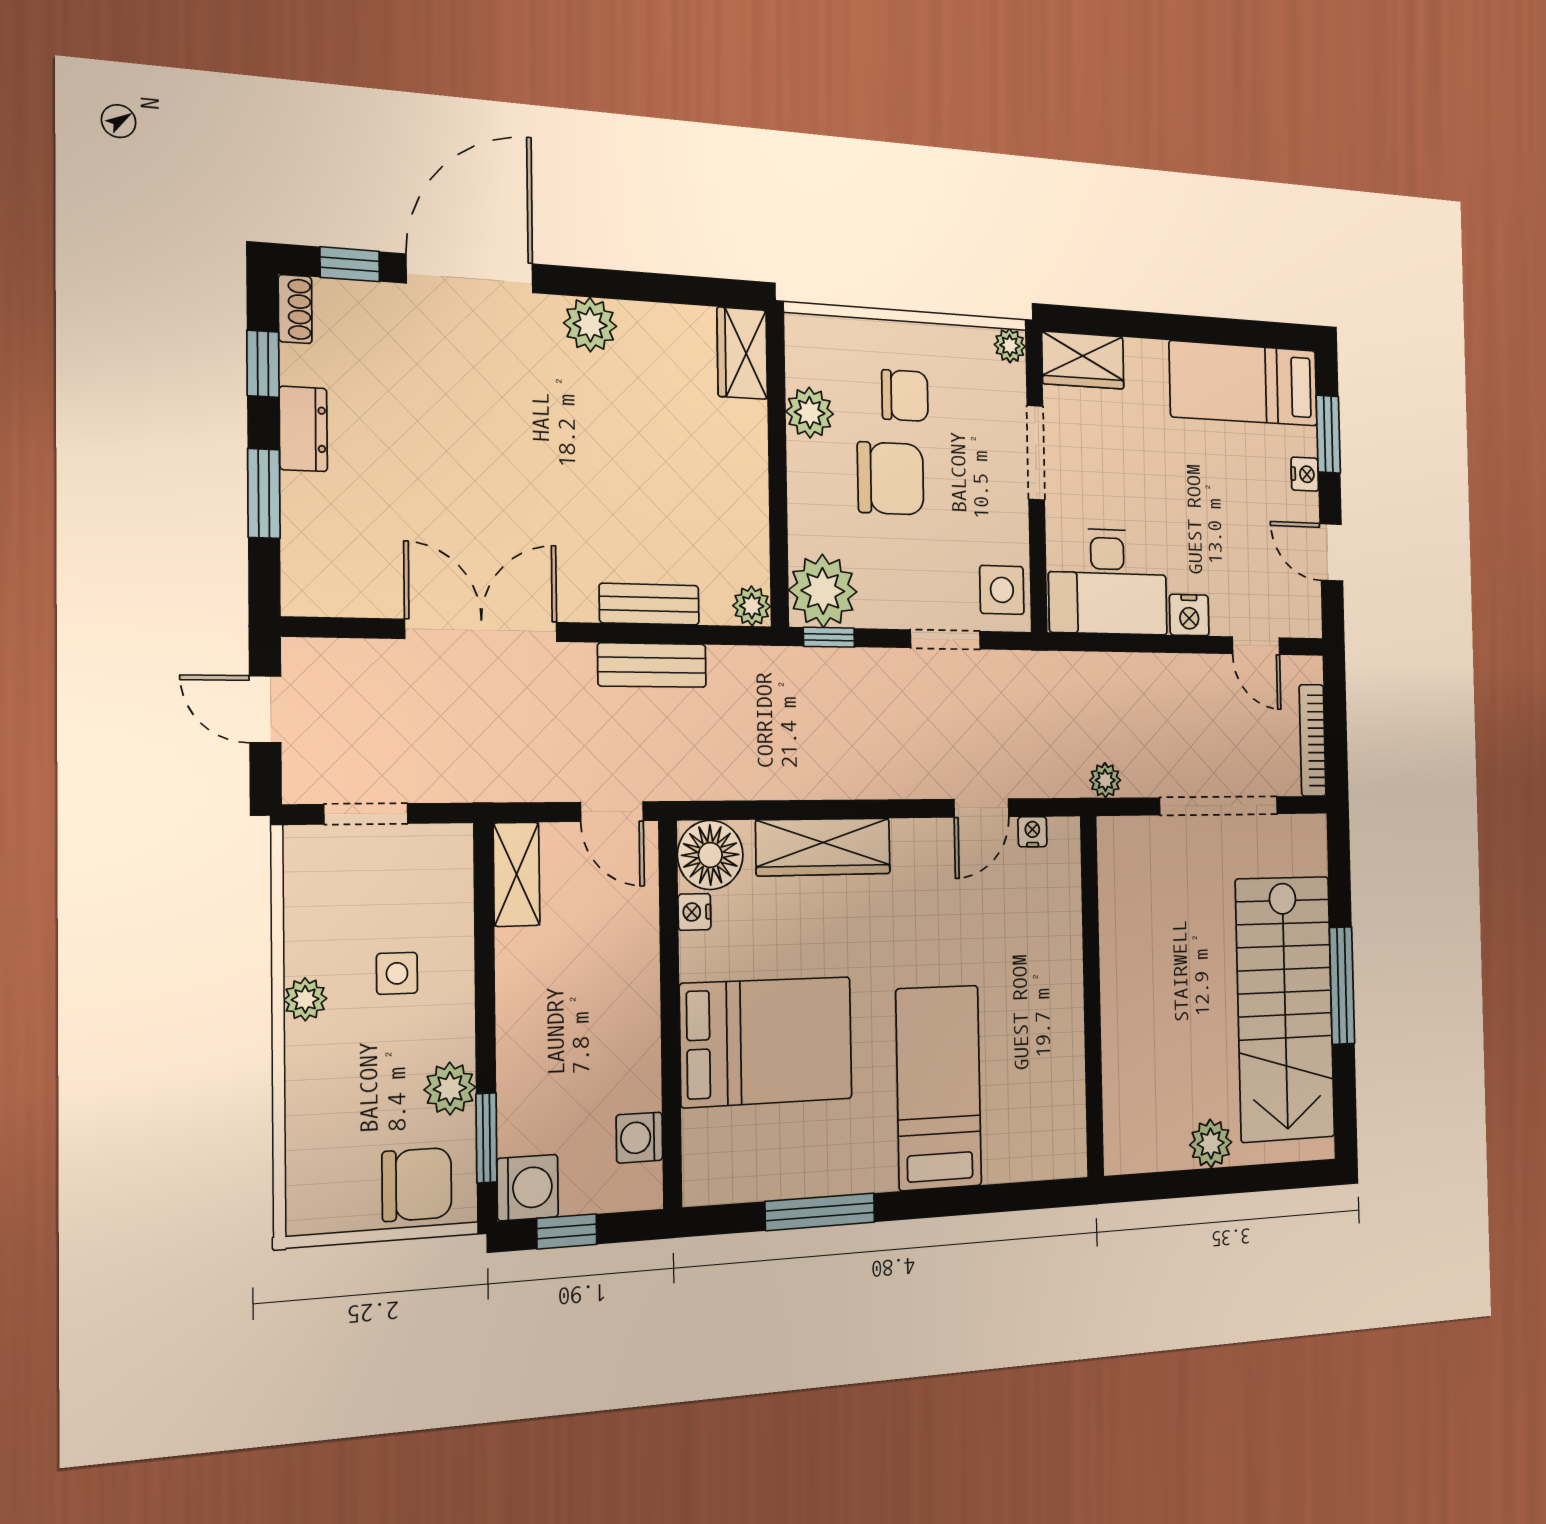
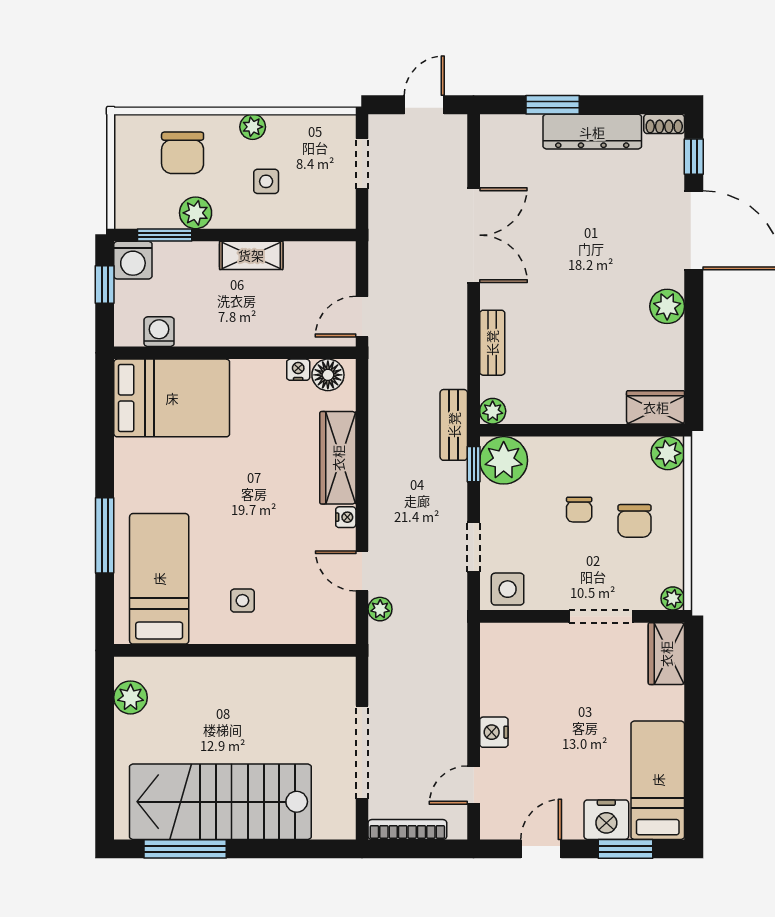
window: (263, 364) -> (630, 105), removed
plant: (810, 413) -> (668, 453), moved
dresser: (303, 429) -> (592, 132), width x1.96, depth x1.24
nightstand: (1305, 474) -> (606, 820), width x1.89, depth x1.79
chair: (891, 478) -> (579, 510), width x0.54, depth x0.54
desk: (1108, 582) -> (515, 669), removed
bench: (652, 665) -> (454, 425), moved
plant: (1105, 780) -> (380, 609), moved
nightstand: (1032, 832) -> (346, 517), moved
floor lamp: (710, 855) -> (328, 375), width x0.73, depth x0.73
shelving: (517, 874) -> (251, 255), moved
window: (1342, 985) -> (185, 849), moved
side table: (1025, 987) -> (242, 601), added
bed: (766, 1042) -> (172, 398), moved, turned -90
bed: (939, 1087) -> (159, 579), moved, turned -90
plant: (1211, 1144) -> (131, 697), moved
chair: (417, 1184) -> (183, 153), moved
window: (820, 1212) -> (105, 535), moved

